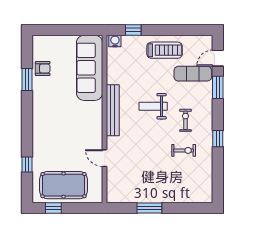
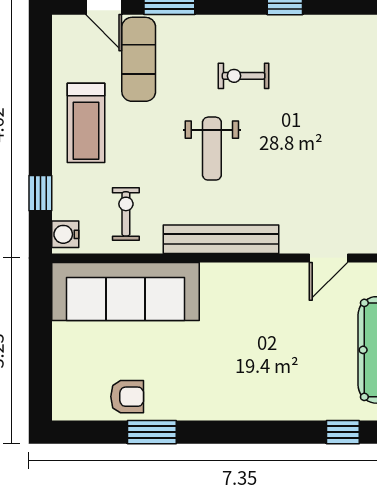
treadmill: (165, 50) -> (86, 123), turned 180
armchair: (43, 69) -> (127, 397), turned 90
exercise bike: (184, 150) -> (126, 214), moved

